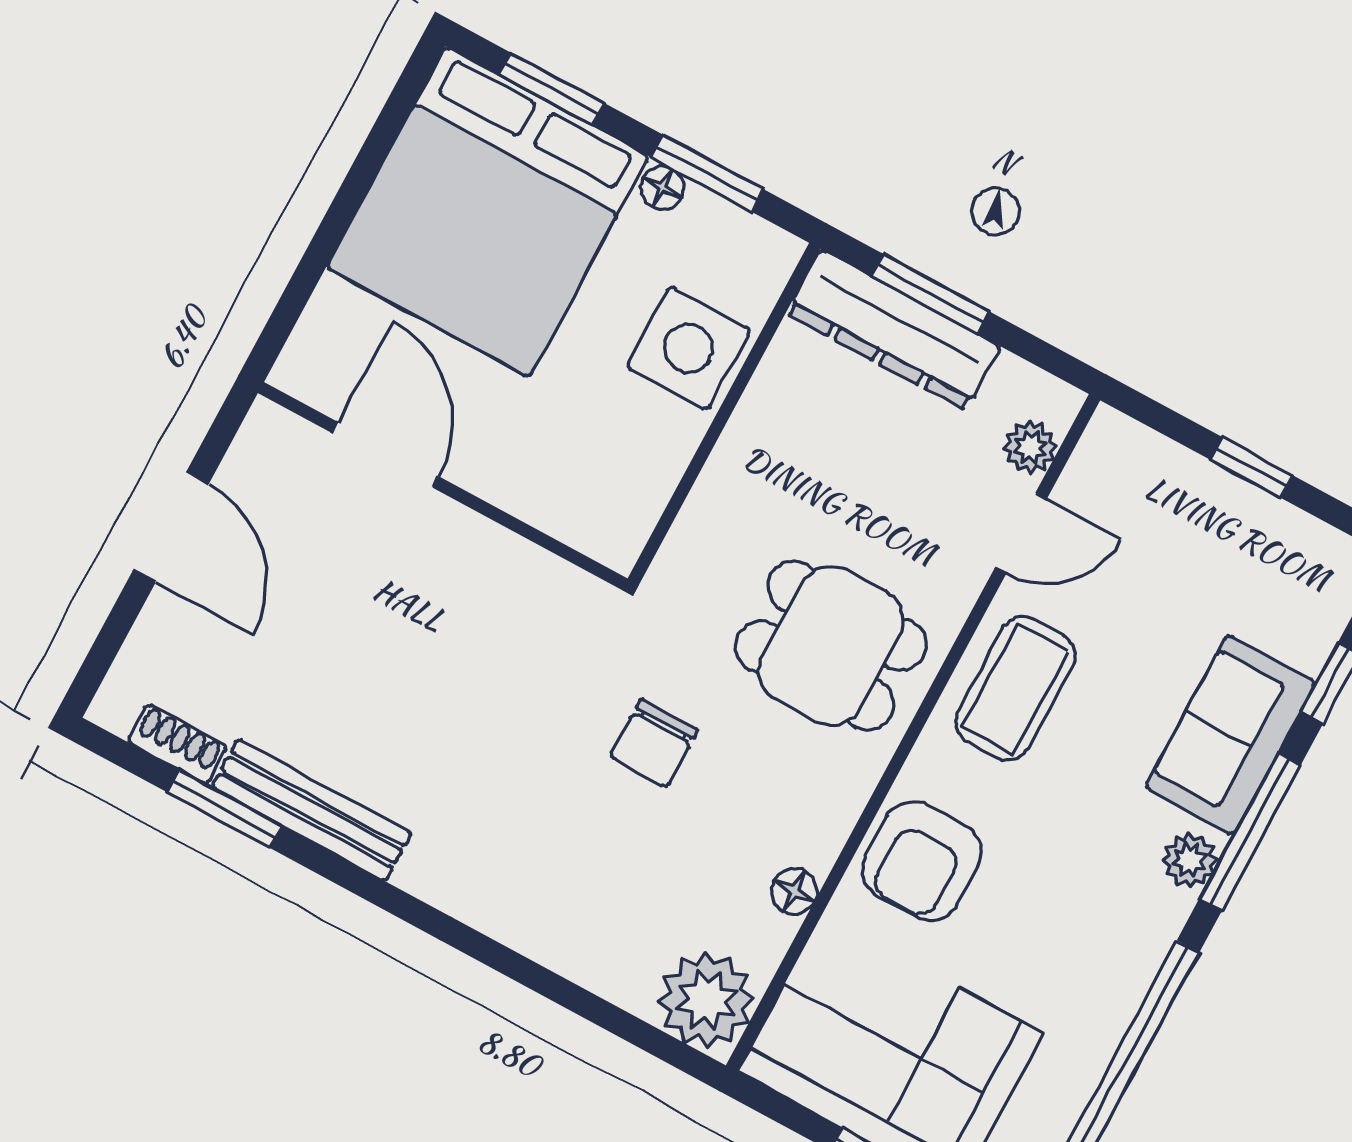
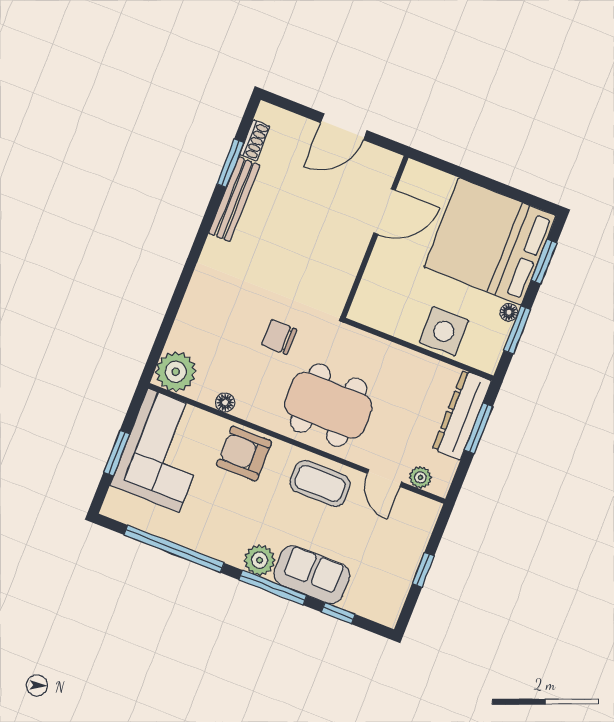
dining table: (831, 646) -> (328, 405), width x1.38
plant: (1190, 860) -> (260, 560), width x1.38, depth x1.38

